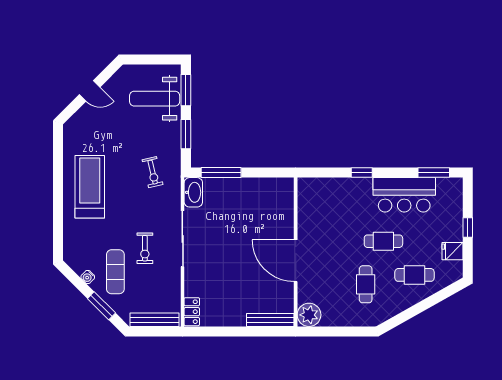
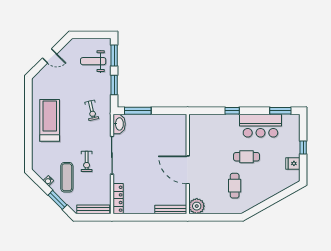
weight bench: (155, 99) -> (93, 61), width x0.73, depth x0.75
cafe table: (415, 275) -> (267, 179), removed
locker: (192, 312) -> (118, 199), width x1.53

